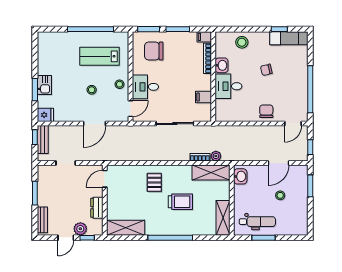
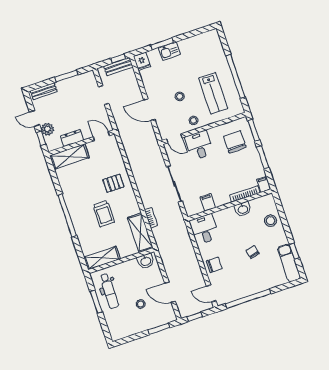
lab bench: (100, 56) -> (213, 93), turned 180
desk: (228, 86) -> (204, 229), moved
plant: (216, 156) -> (157, 232), removed
shelving: (126, 228) -> (69, 157), moved, turned 90

